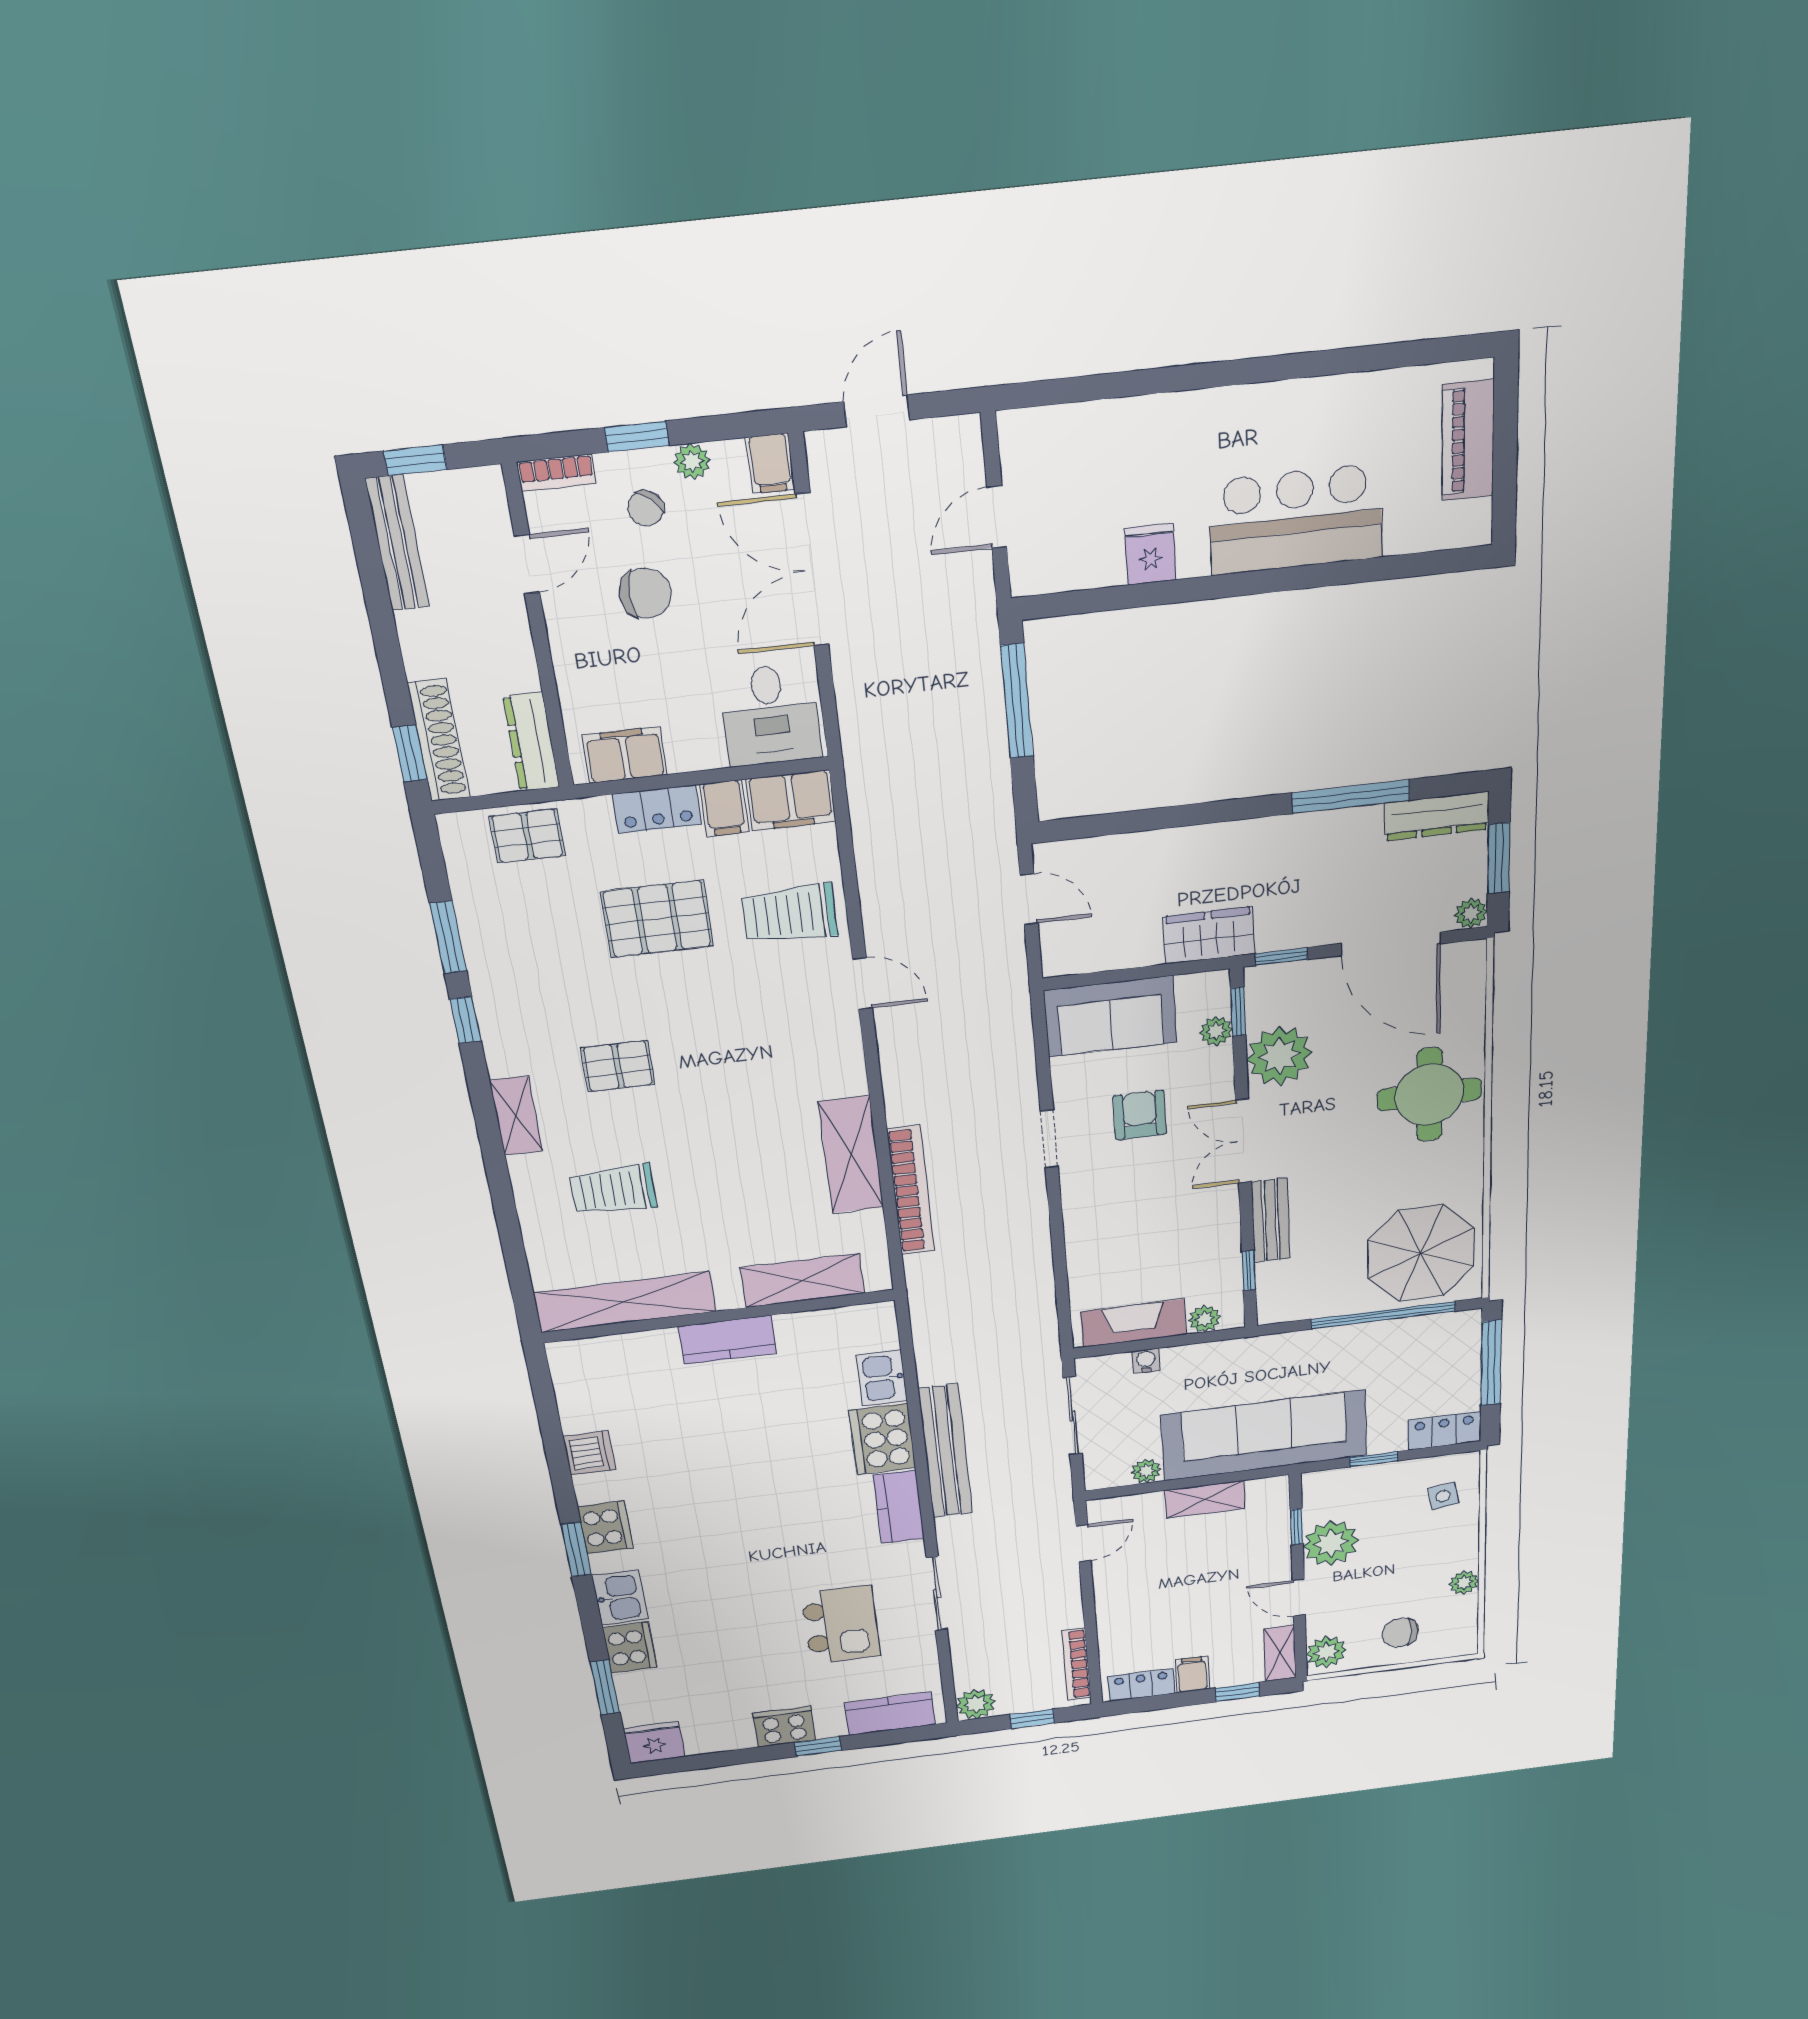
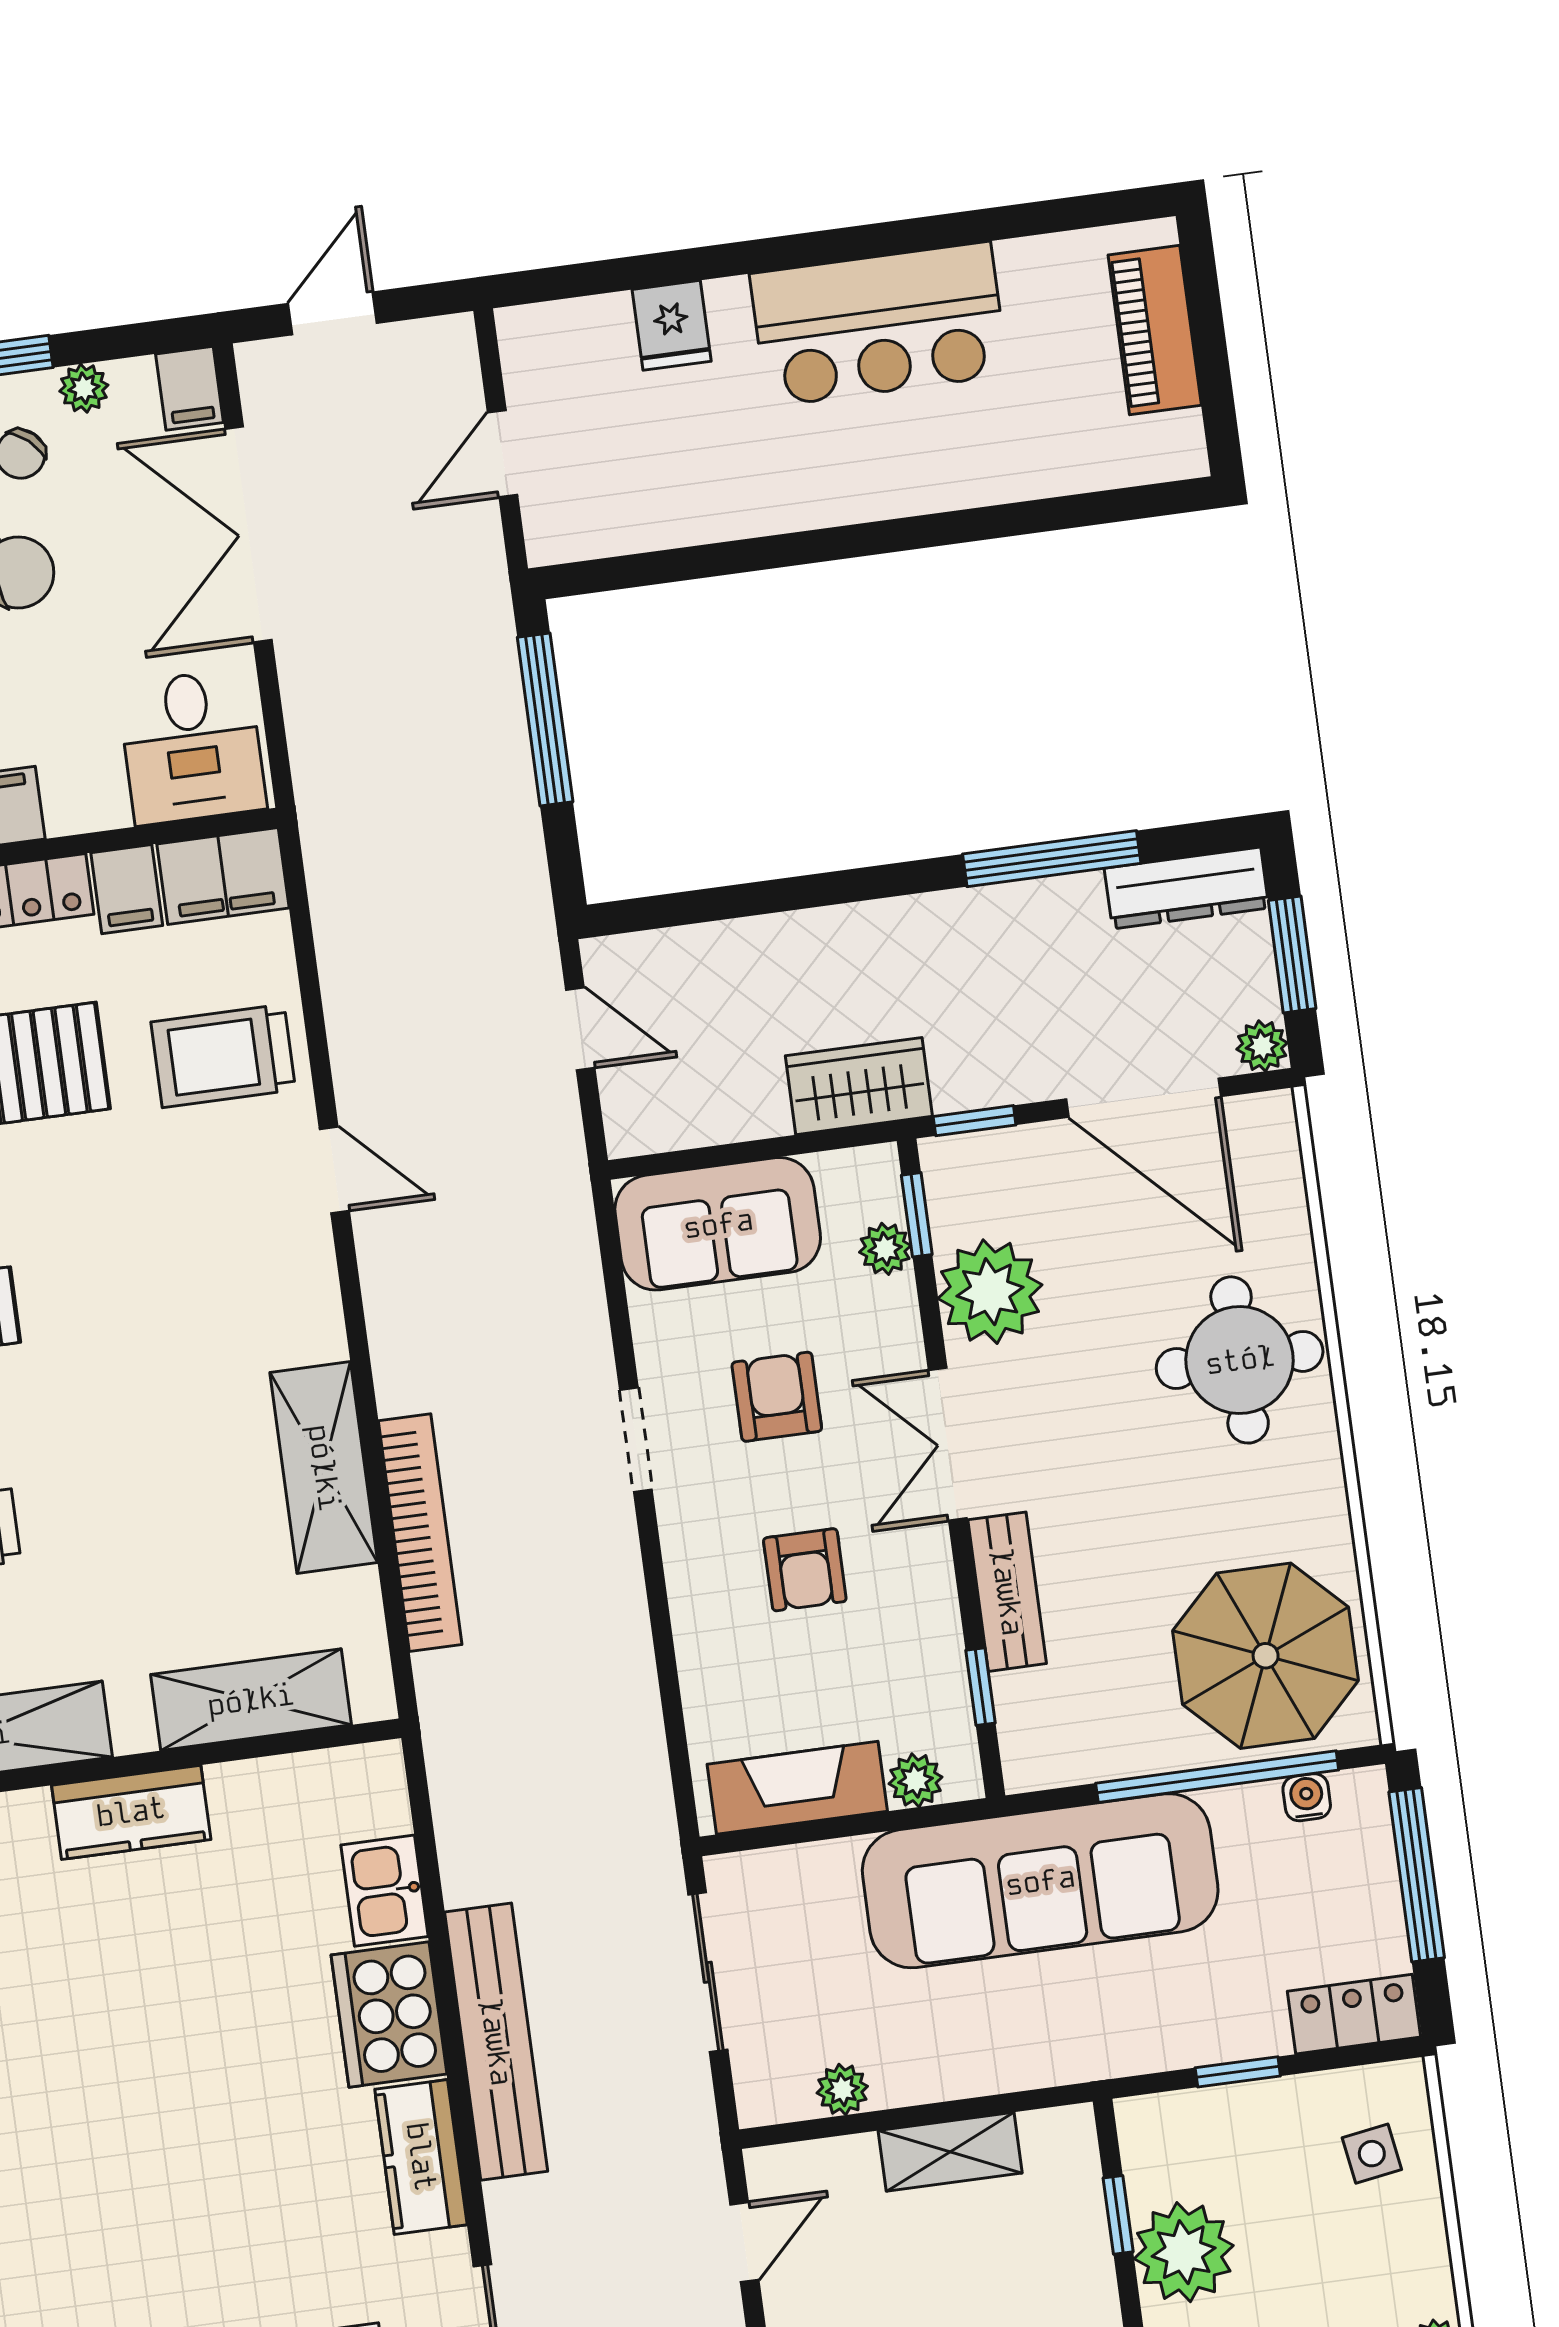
bar counter: (1296, 519) -> (879, 324), moved, turned 180
fridge: (1150, 554) -> (672, 325), moved, turned 180
armchair: (1149, 1209) -> (805, 1570), added
water cooler: (1146, 1361) -> (1307, 1797), moved
sofa: (1264, 1435) -> (1040, 1881), moved, turned 180

